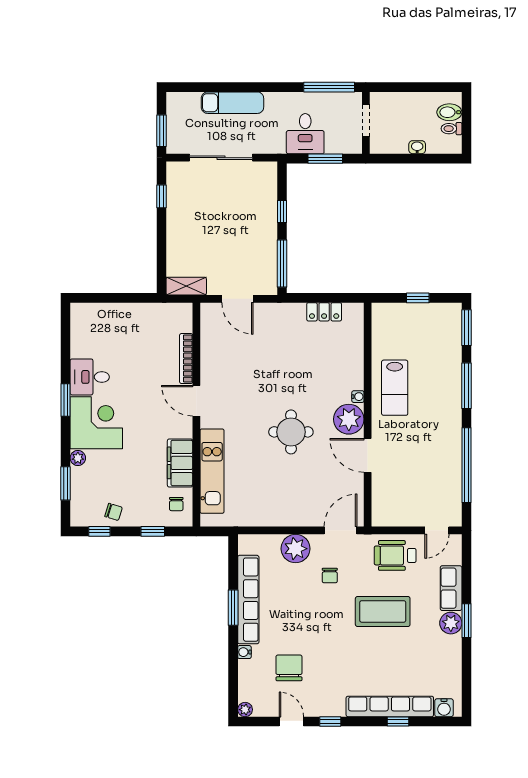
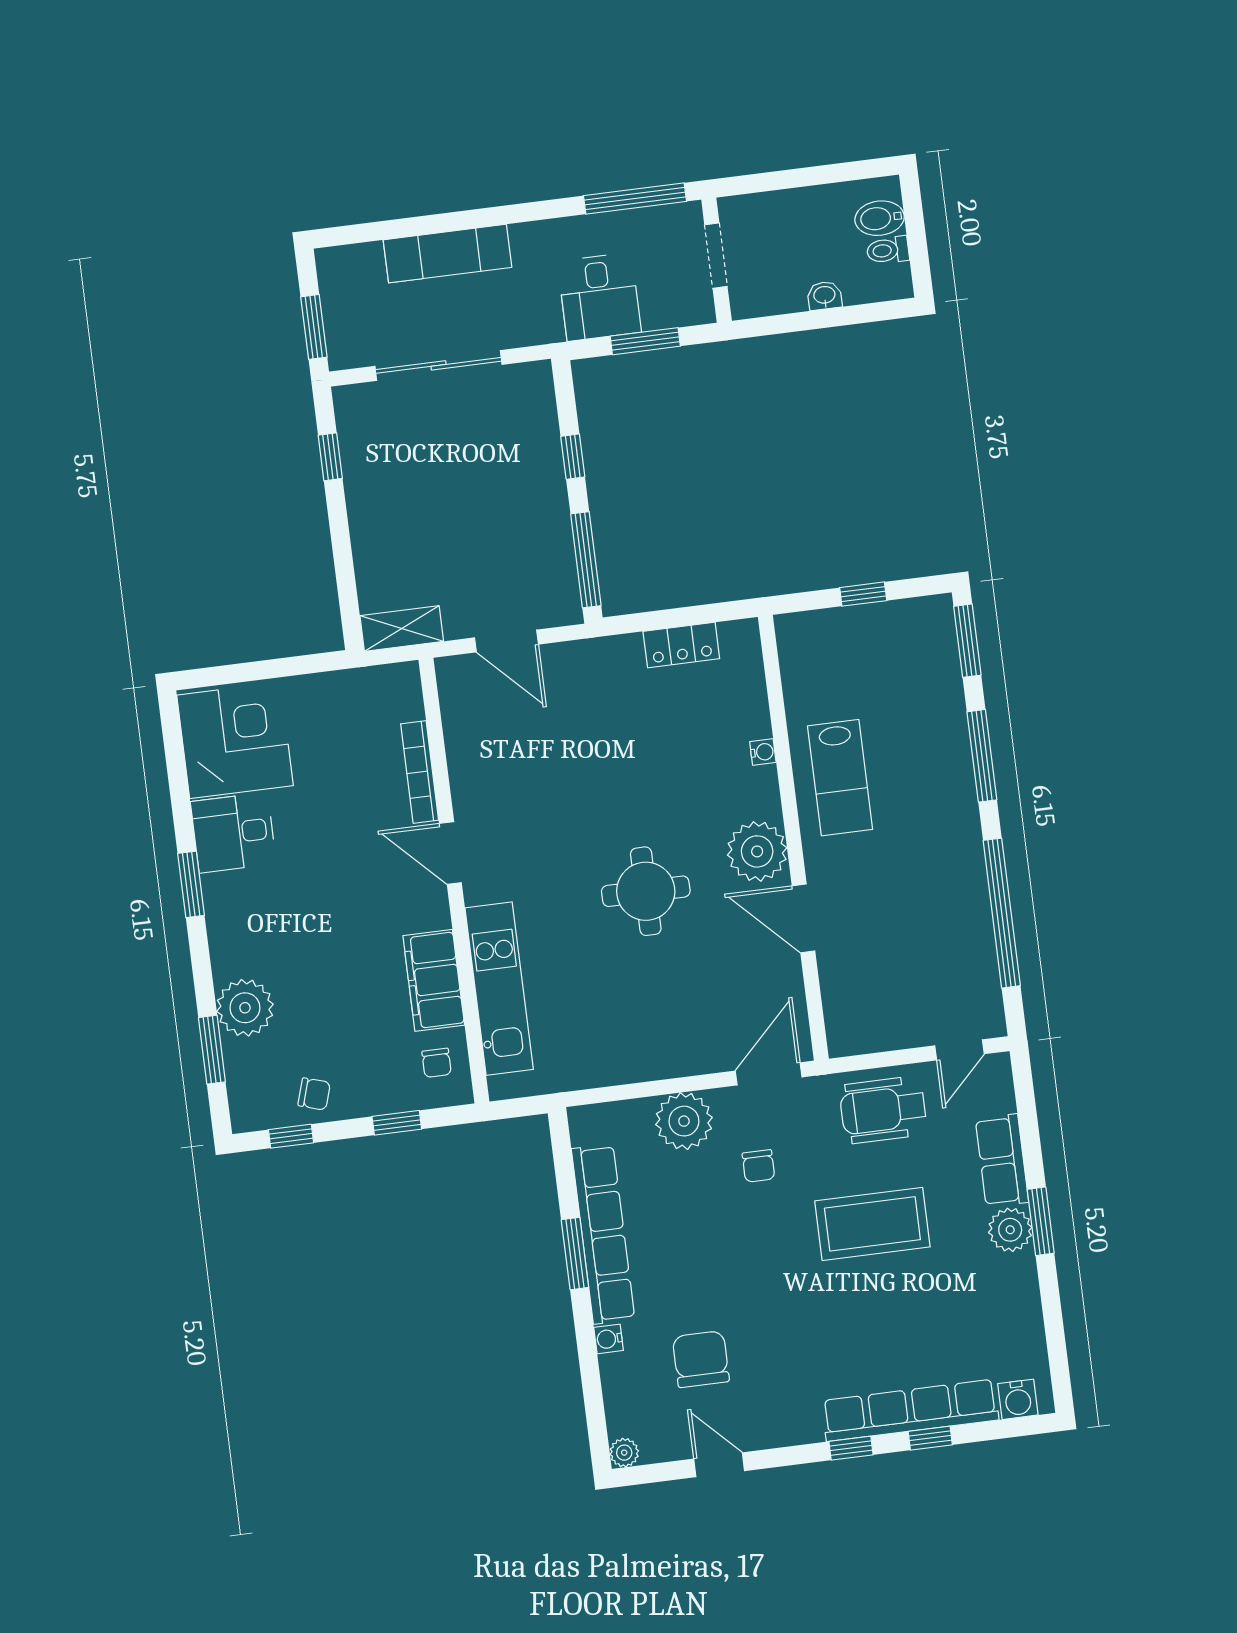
water cooler: (358, 397) -> (763, 752), moved
corner desk: (96, 423) -> (235, 740), moved
plant: (78, 458) -> (245, 1008), width x1.87, depth x1.87
window: (330, 722) -> (851, 1448), moved

